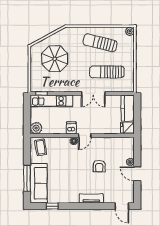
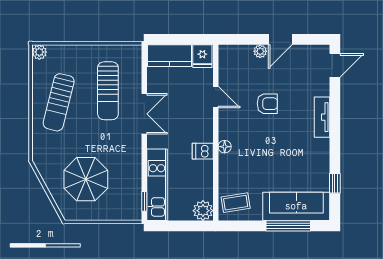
door: (85, 136) -> (216, 97), moved

